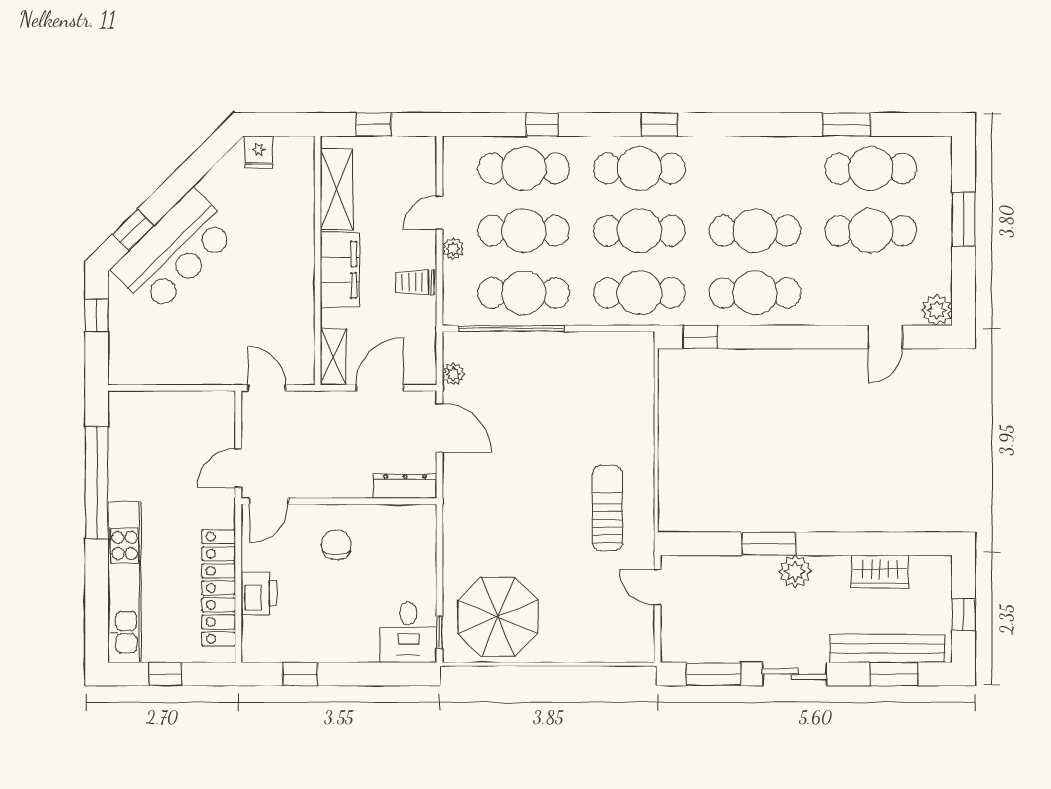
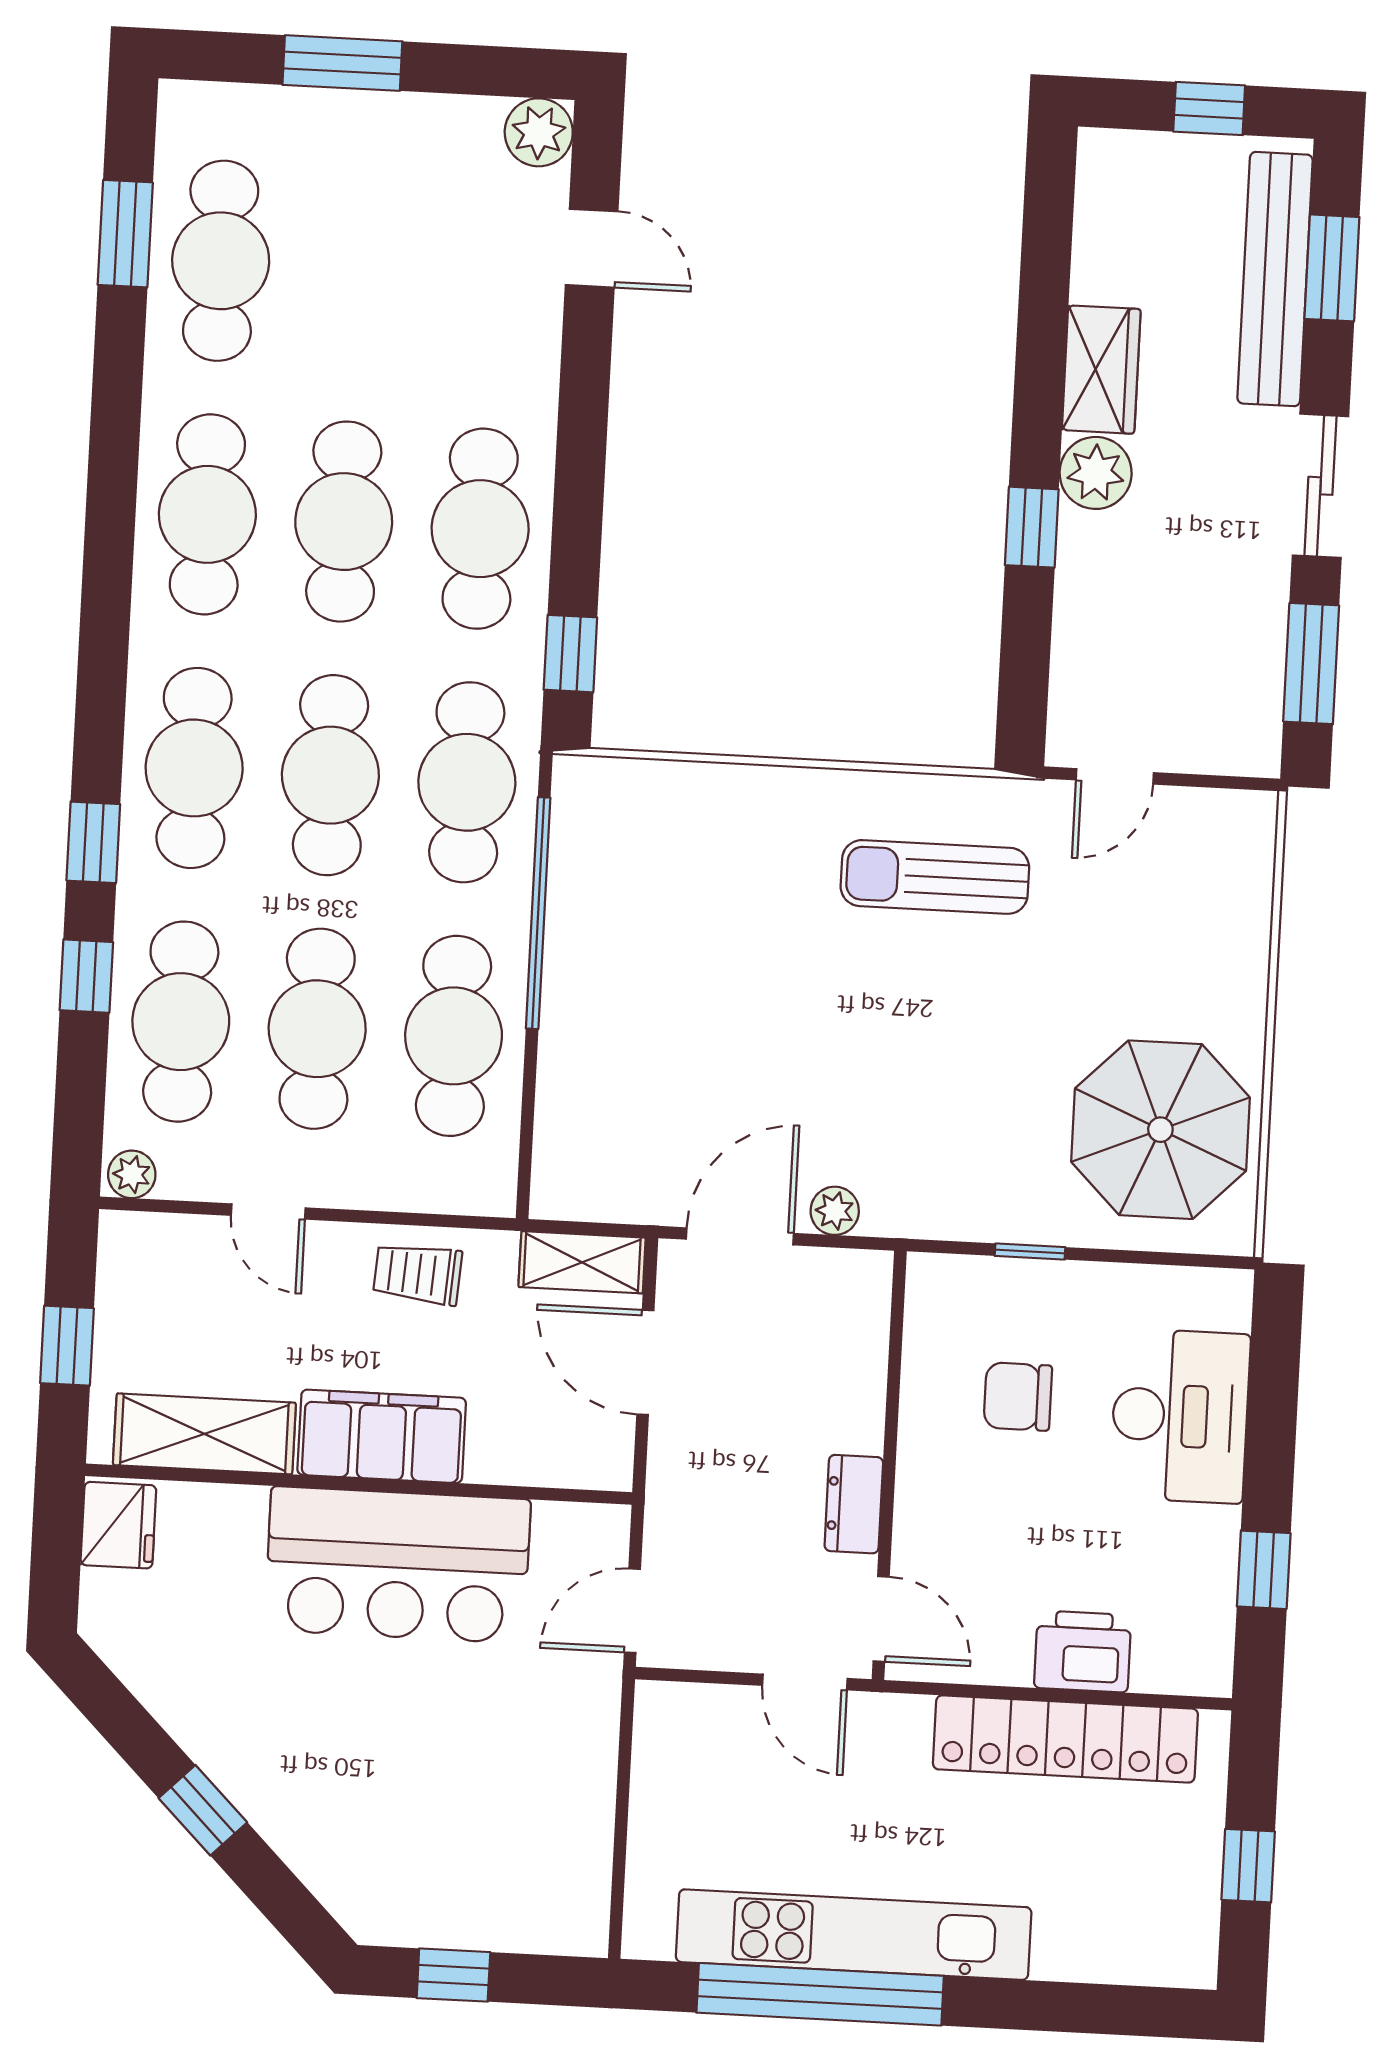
window: (659, 124) -> (93, 842), moved
window: (847, 124) -> (125, 234), moved
fridge: (259, 152) -> (118, 1525), moved, width x1.38
window: (133, 230) -> (203, 1810), moved
cafe table: (871, 231) -> (207, 514), moved
plant: (453, 249) -> (132, 1174), moved
bar counter: (174, 251) -> (398, 1565), moved, turned 135
trolley: (415, 282) -> (418, 1274), turned 94
window: (511, 328) -> (538, 913), moved
shelving: (333, 357) -> (582, 1262), moved
plant: (453, 374) -> (835, 1211), moved
dresser: (405, 486) -> (854, 1504), moved, width x0.70
window: (769, 544) -> (1032, 527), width x0.67
chair: (336, 545) -> (1018, 1397), moved
wardrobe: (880, 572) -> (1101, 370), moved
kitchen unit: (125, 582) -> (854, 1935), moved
desk: (408, 632) -> (1180, 1416), moved, width x1.37
window: (439, 632) -> (1030, 1252), moved

